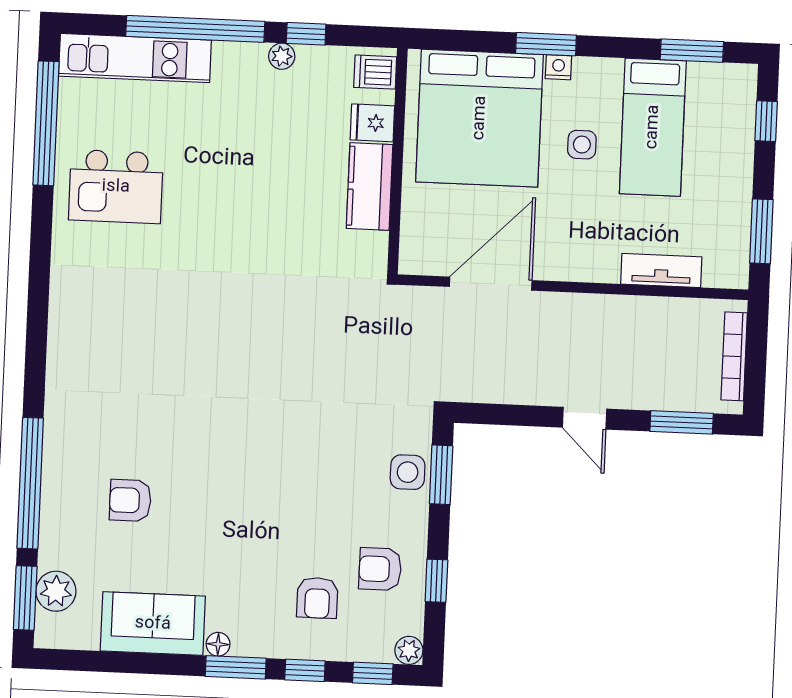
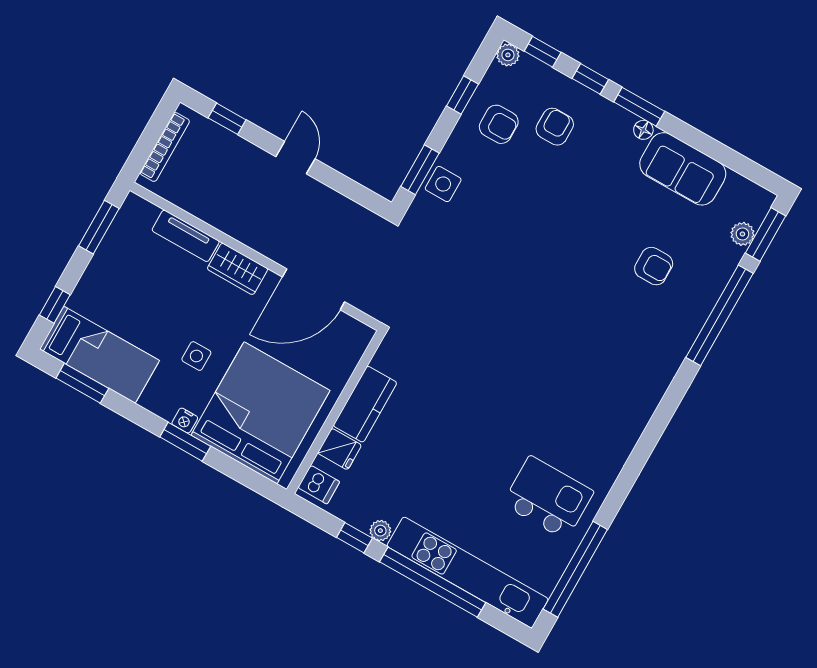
kitchen unit: (135, 58) -> (468, 572), width x1.36
bed: (653, 127) -> (99, 355), moved, turned 90
wardrobe: (586, 263) -> (238, 269), added
window: (682, 422) -> (227, 119), width x0.67
plant: (56, 591) -> (742, 234), width x0.73, depth x0.73

